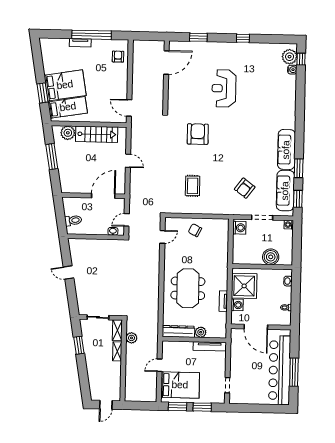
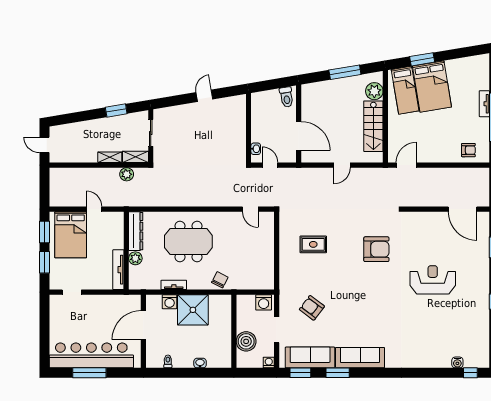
plant: (290, 57) -> (473, 359), removed
toilet: (73, 220) -> (286, 97), moved
chair: (195, 230) -> (220, 280), moved
boiler: (271, 257) -> (246, 341), moved
wall: (262, 267) -> (234, 331), moved

